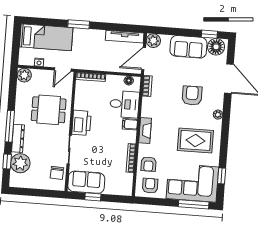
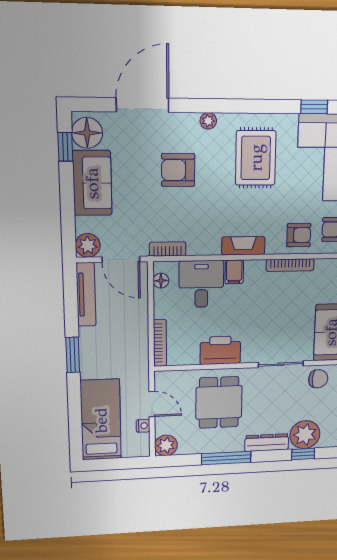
window: (79, 24) -> (73, 355), moved
door: (63, 70) -> (152, 404), moved
printer: (81, 123) -> (220, 350), moved
window: (10, 126) -> (226, 458), moved

